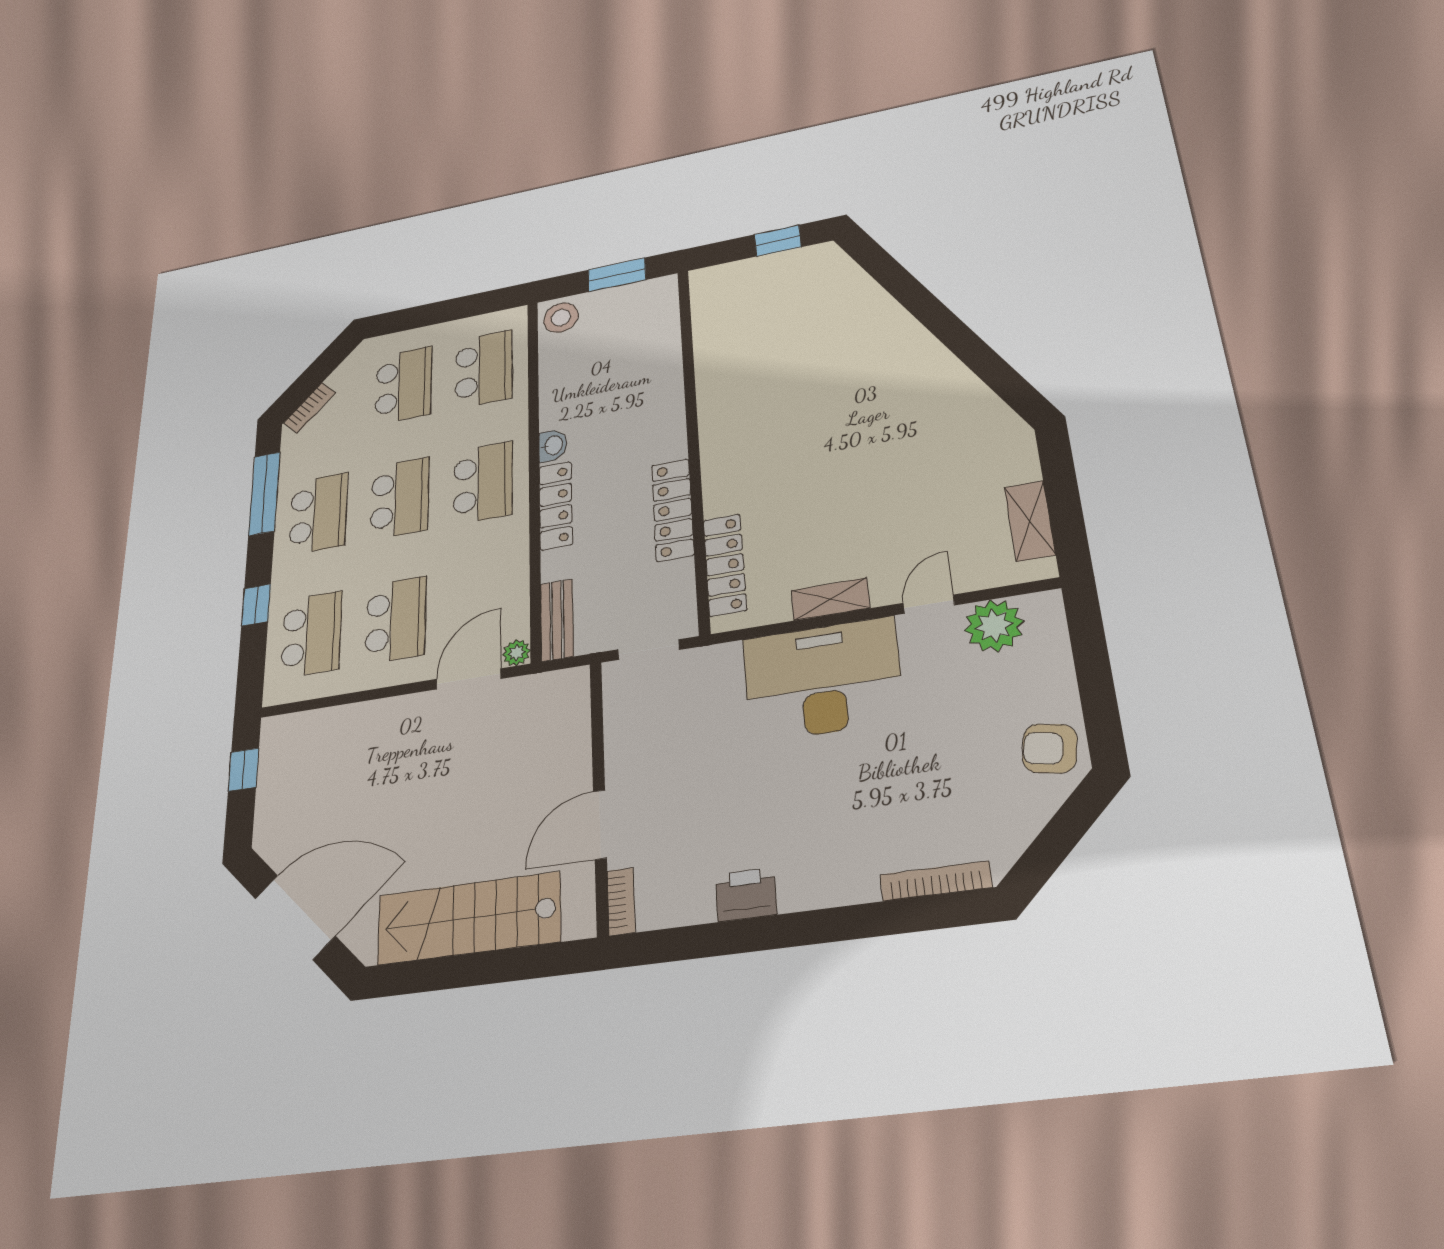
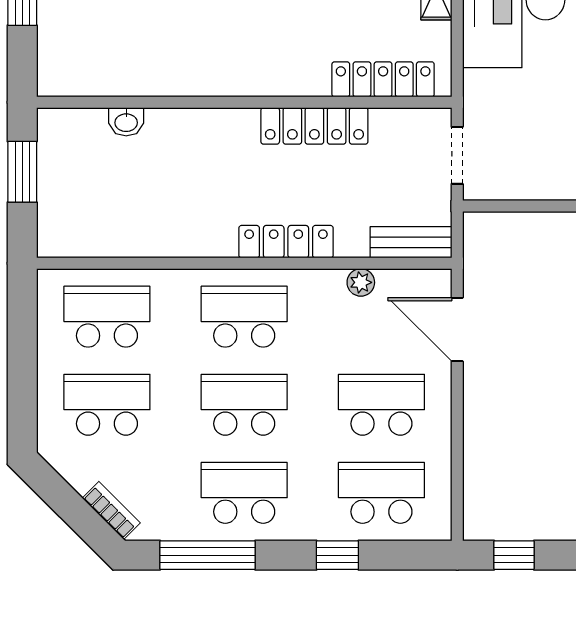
stool: (561, 318) -> (62, 233), removed
washbasin: (553, 446) -> (126, 122), moved, turned 180
plant: (516, 653) -> (361, 282), moved

